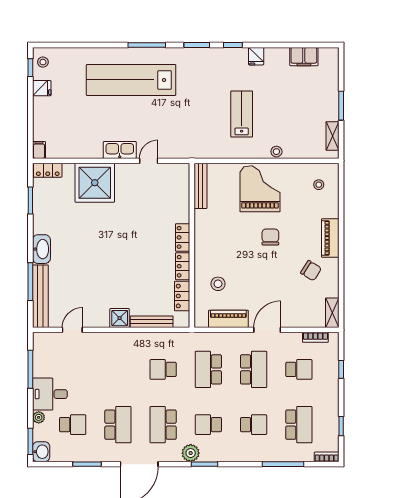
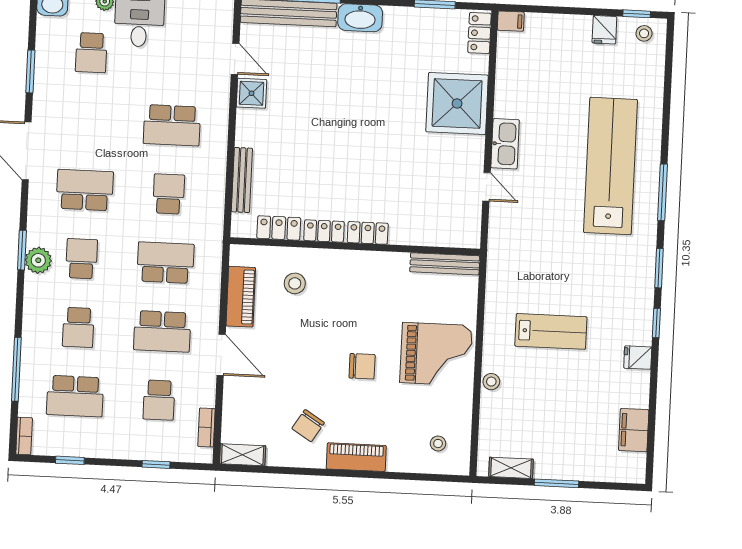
shower: (120, 318) -> (252, 93), moved
school desk: (118, 425) -> (172, 125), moved
plant: (191, 453) -> (38, 260), moved

